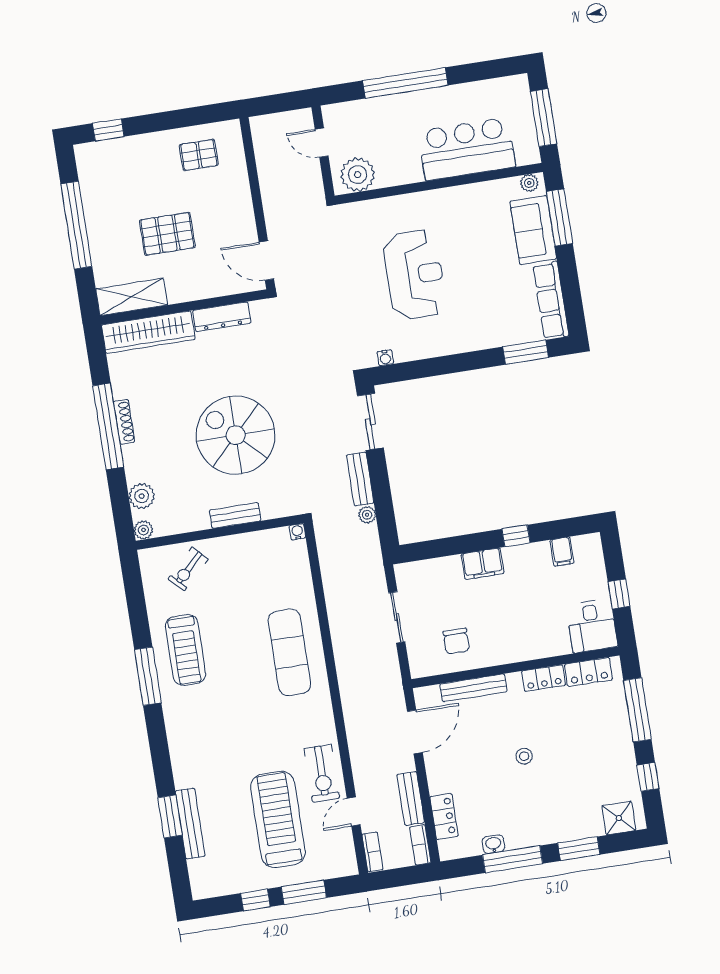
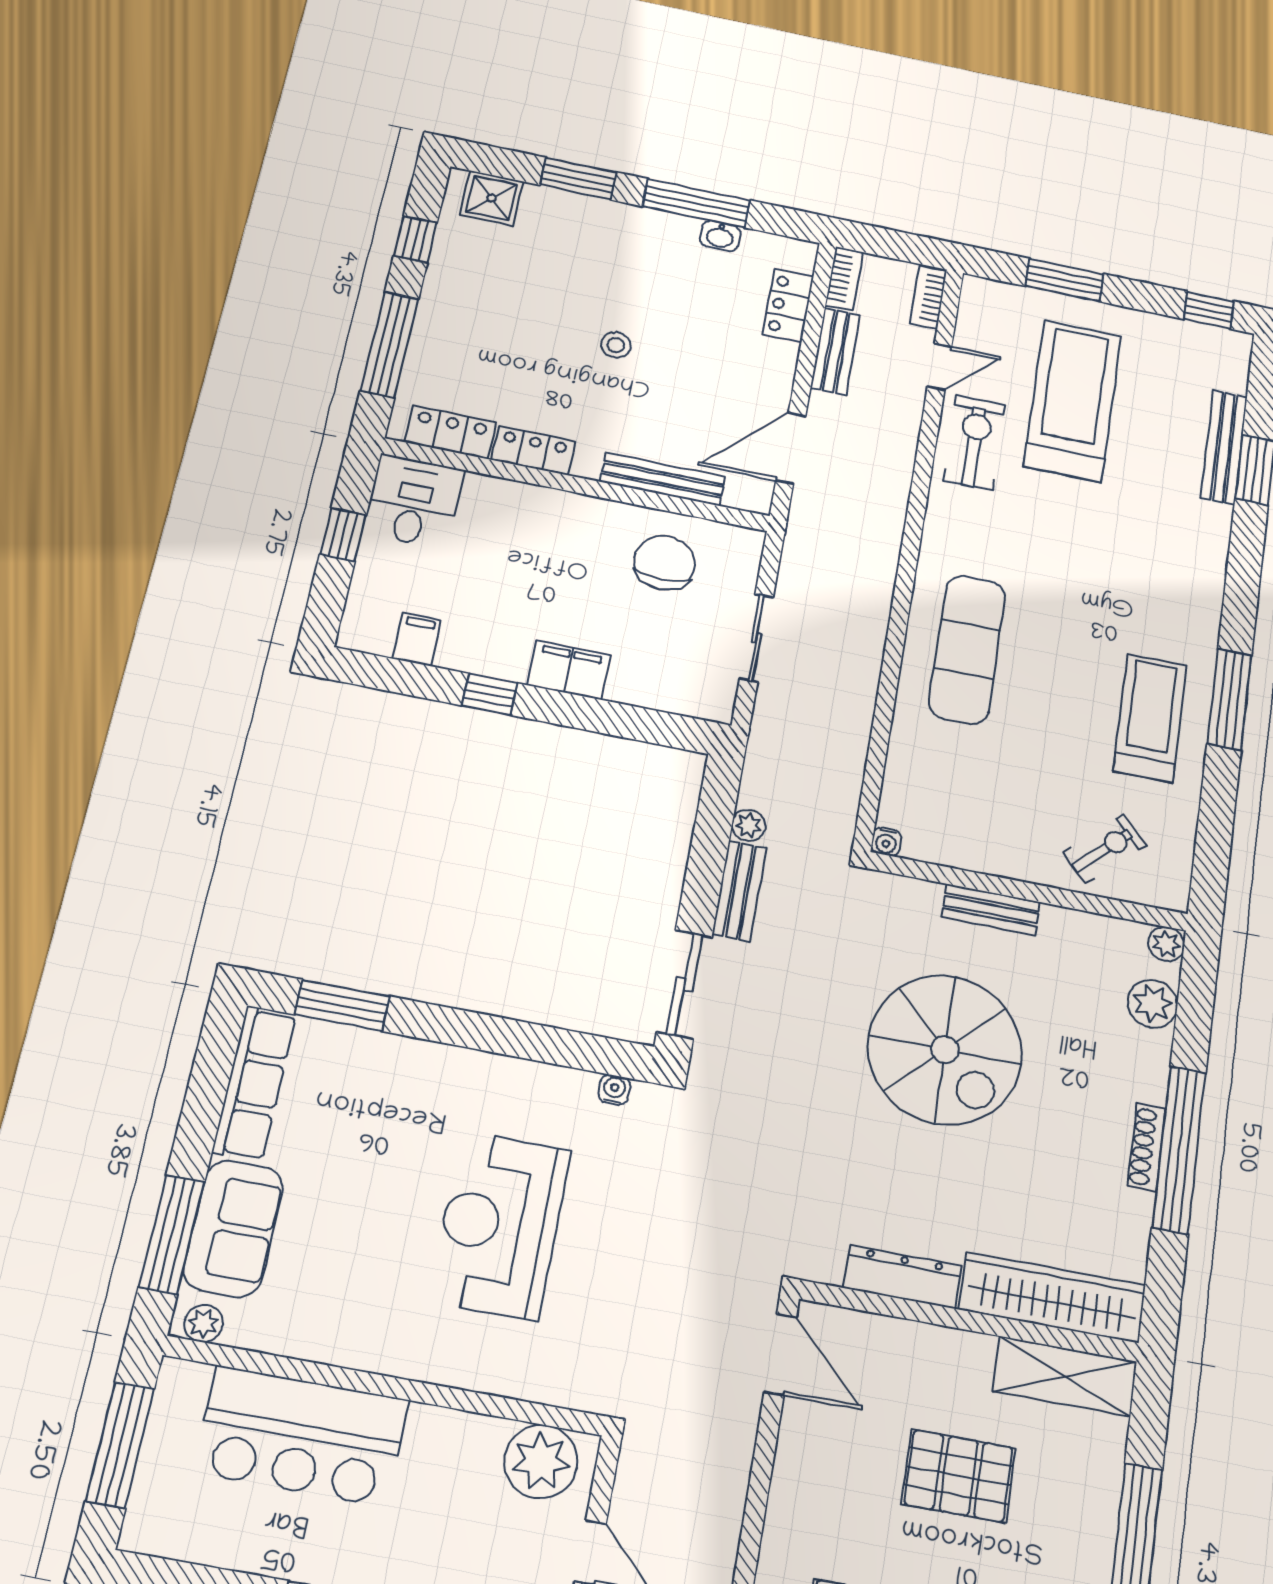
chair: (456, 641) -> (665, 563), width x1.37, depth x1.37
treadmill: (278, 819) -> (1073, 401), turned 180
window: (255, 900) -> (1209, 310), moved

